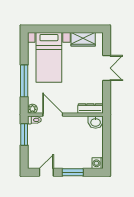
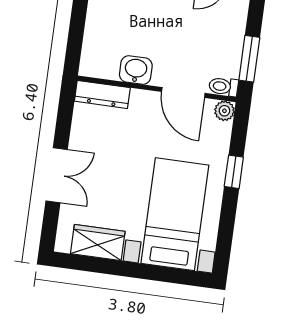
double door: (107, 68) -> (57, 175), swing flipped
window: (24, 81) -> (234, 172), width x0.46
washbasin: (96, 122) -> (136, 70), moved

